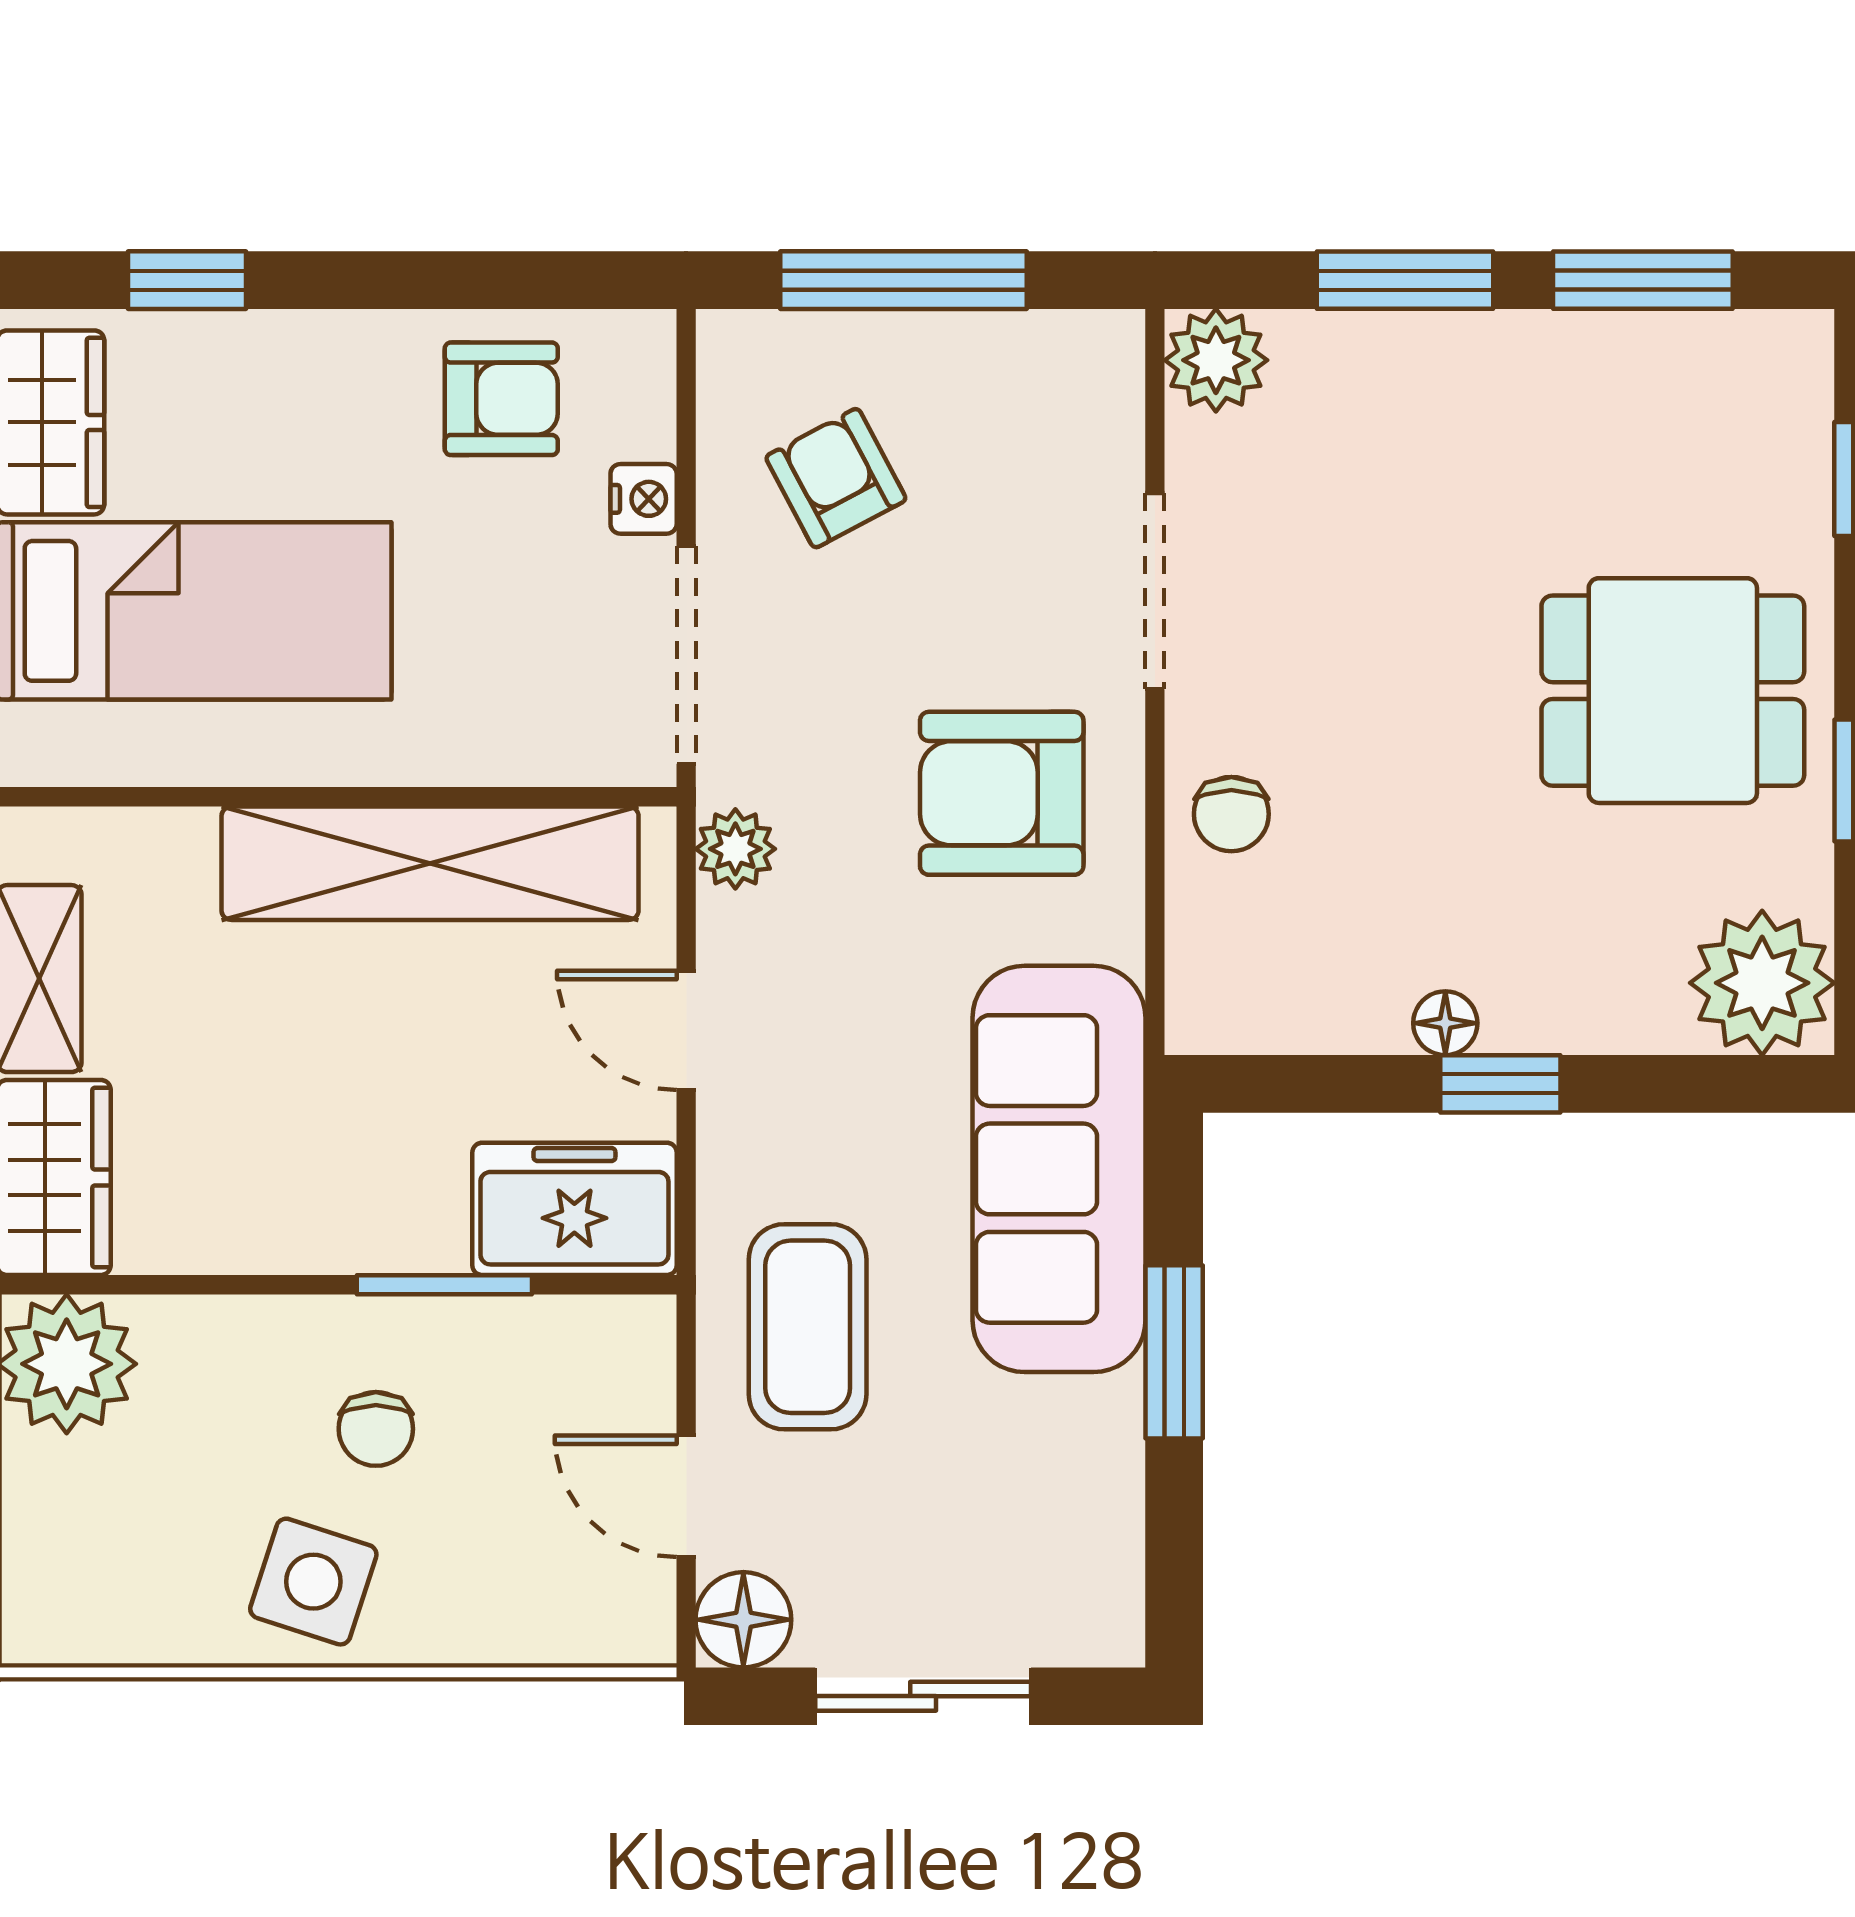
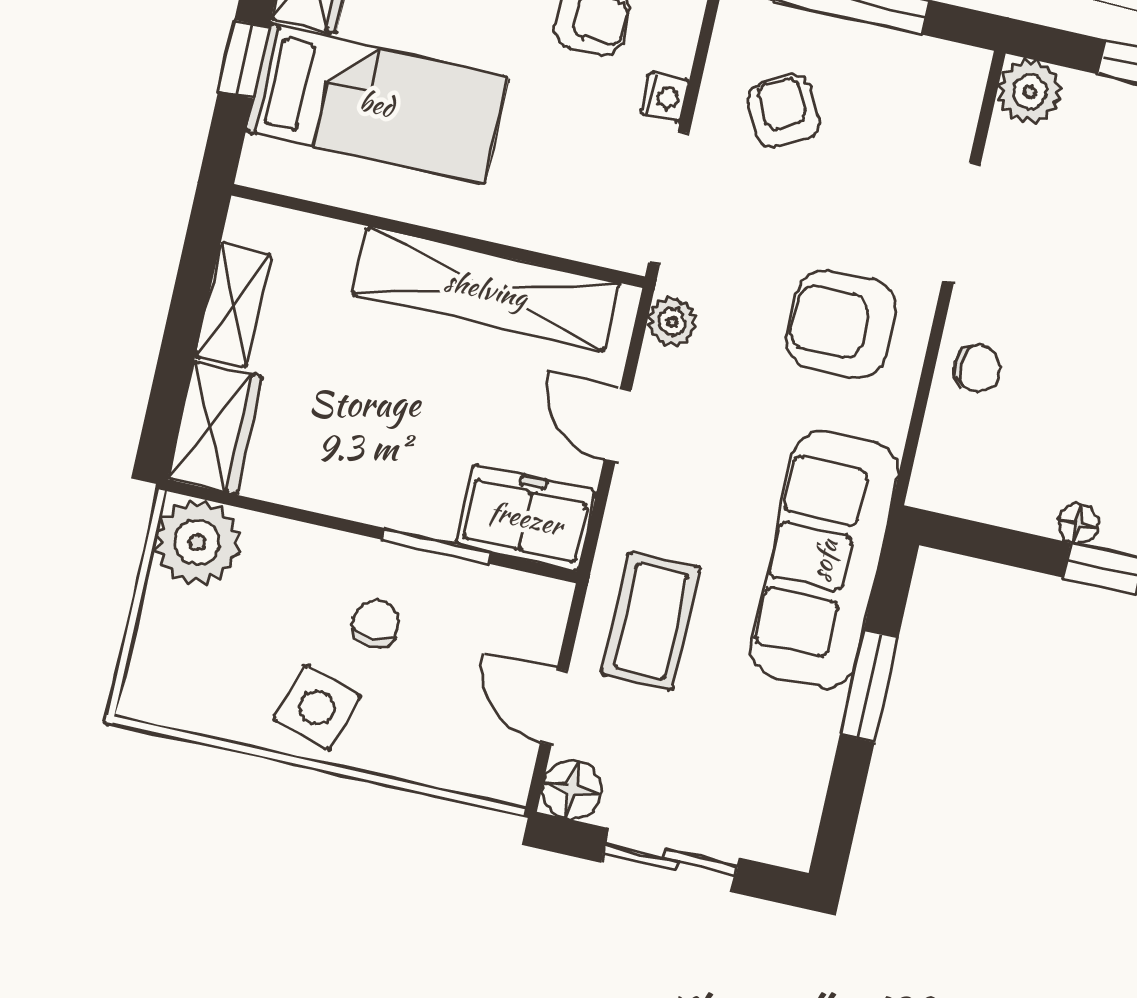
chair: (1231, 814) -> (977, 368), turned -87
chair: (376, 1429) -> (376, 624), turned 180

